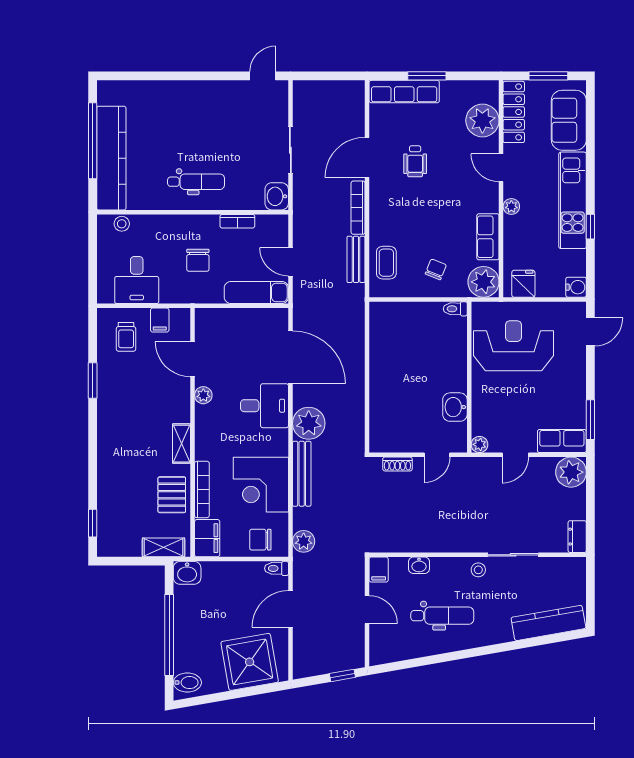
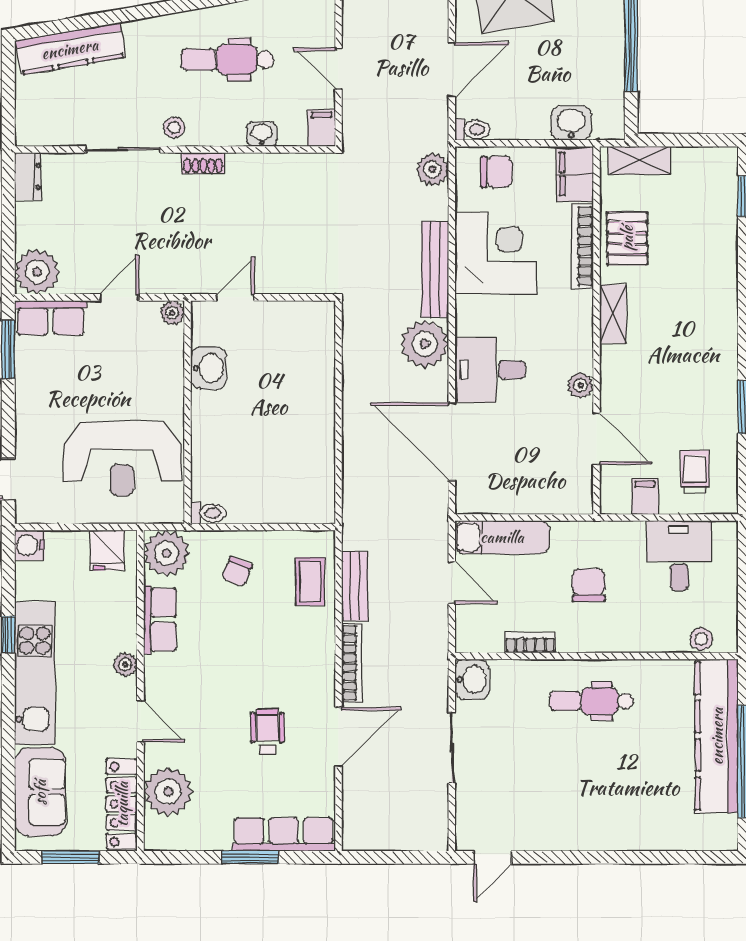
shoe rack: (397, 464) -> (203, 163), moved, turned 180
washbasin: (187, 573) -> (571, 123), moved

